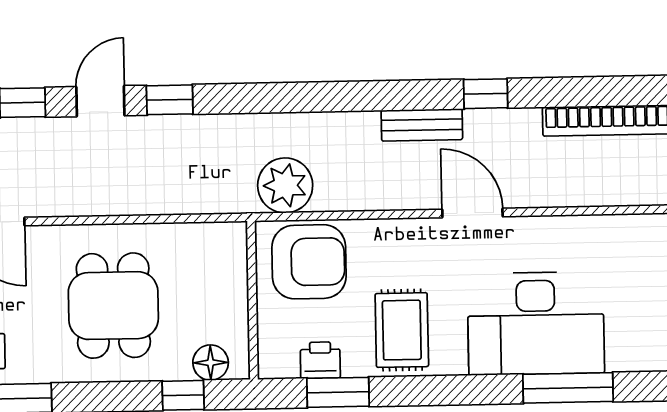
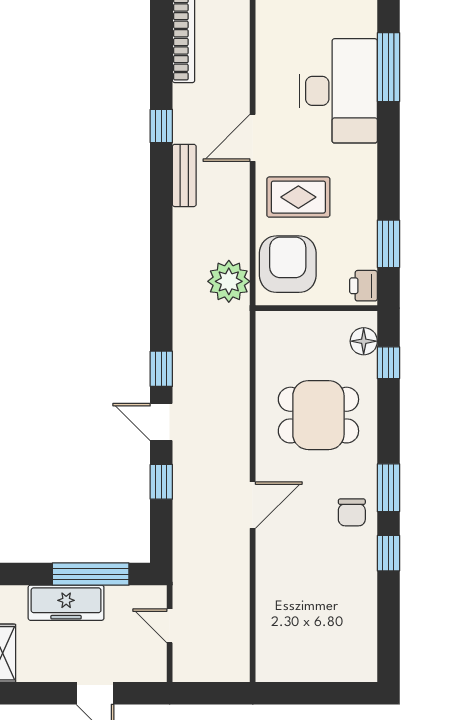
rug: (402, 330) -> (298, 197), moved
printer: (320, 360) -> (363, 286), moved

